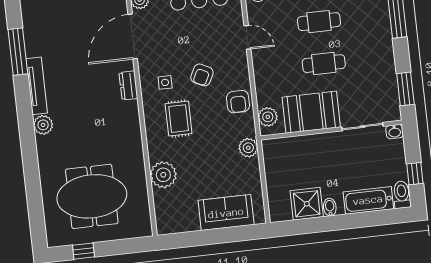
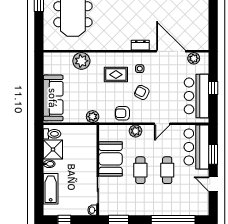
plant: (268, 117) -> (135, 131), moved
toilet: (402, 195) -> (52, 134), moved
sofa: (226, 213) -> (53, 98), width x1.36

